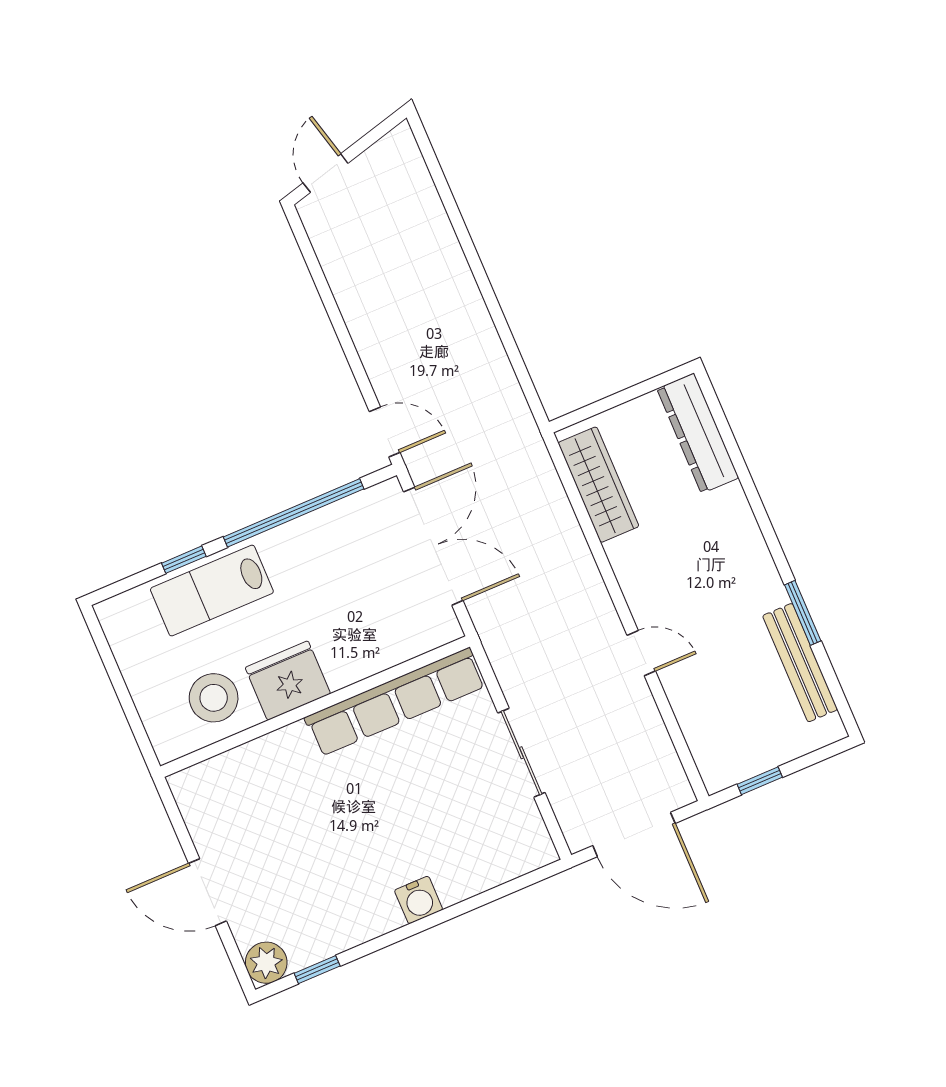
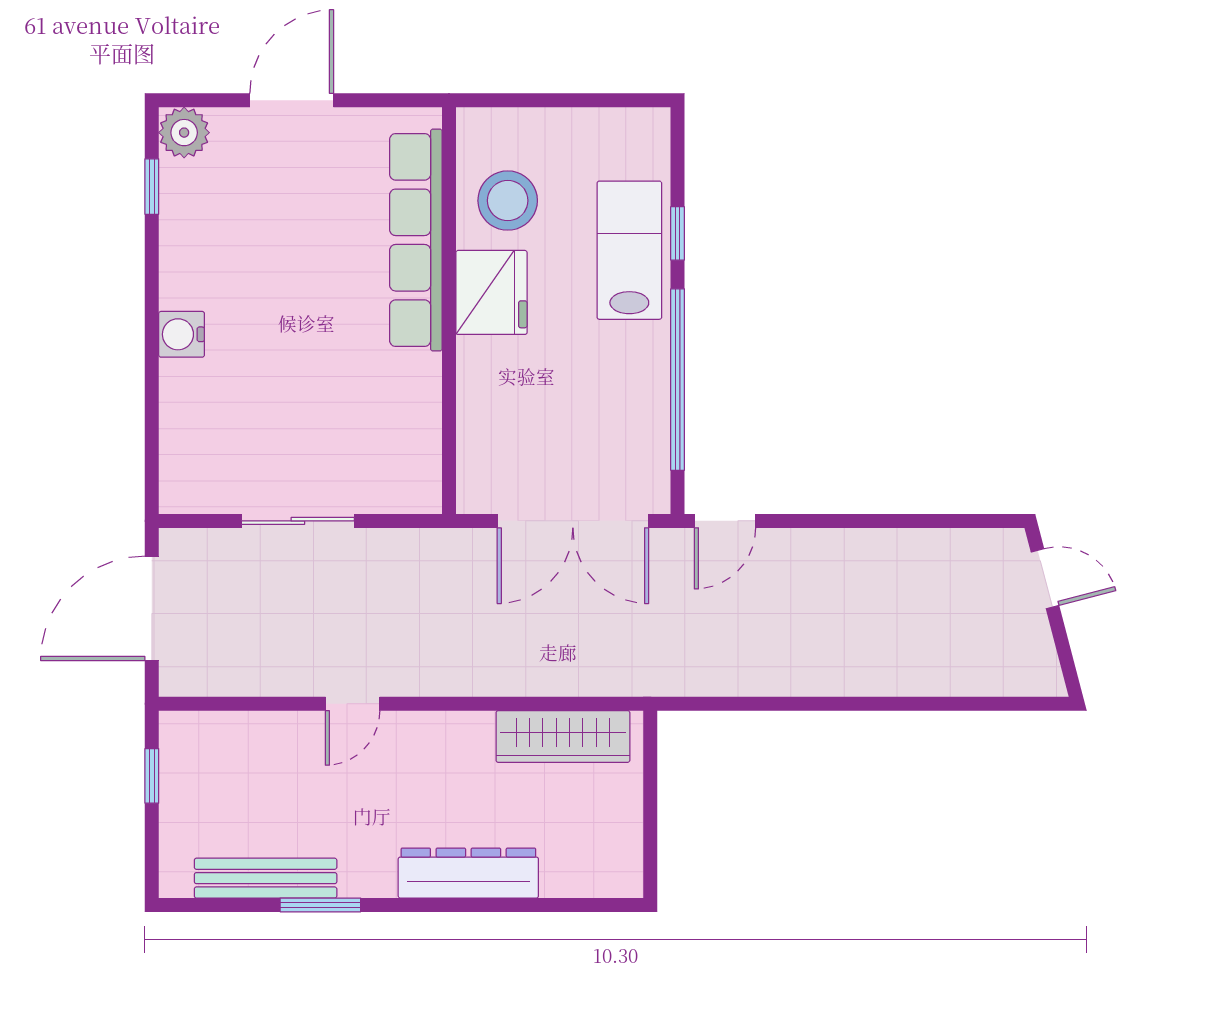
dresser: (698, 433) -> (468, 873), moved
row of seats: (395, 702) -> (416, 240), moved

